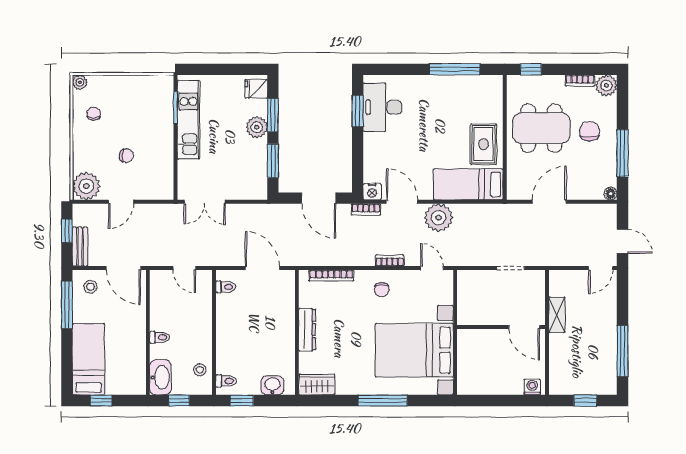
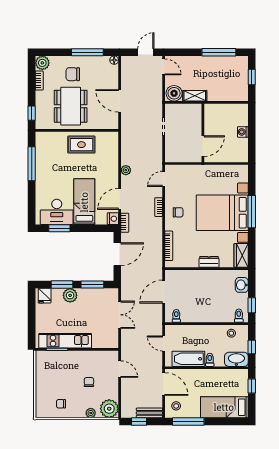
plant: (80, 82) -> (91, 413), moved
bed: (468, 184) -> (84, 202), moved, turned 180
door: (121, 202) -> (120, 369), moved
double door: (205, 202) -> (120, 315), moved
plant: (439, 218) -> (126, 170), width x0.53, depth x0.53
door: (123, 268) -> (164, 384), hinge flipped
door: (184, 268) -> (164, 344), swing flipped
boiler: (561, 284) -> (174, 93), added
bathtub: (161, 305) -> (188, 359), added
door: (524, 327) -> (203, 146), moved
dresser: (307, 330) -> (209, 262), width x0.70
bed with nightstands: (414, 350) -> (222, 213), moved, turned 90
washing machine: (532, 387) -> (243, 132), moved
window: (101, 401) -> (252, 386), moved

